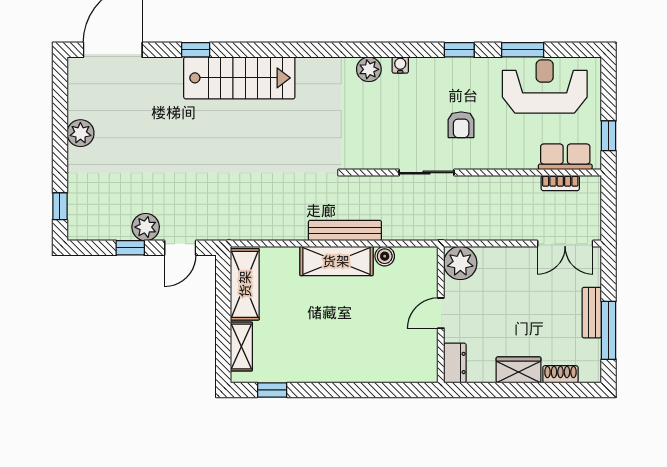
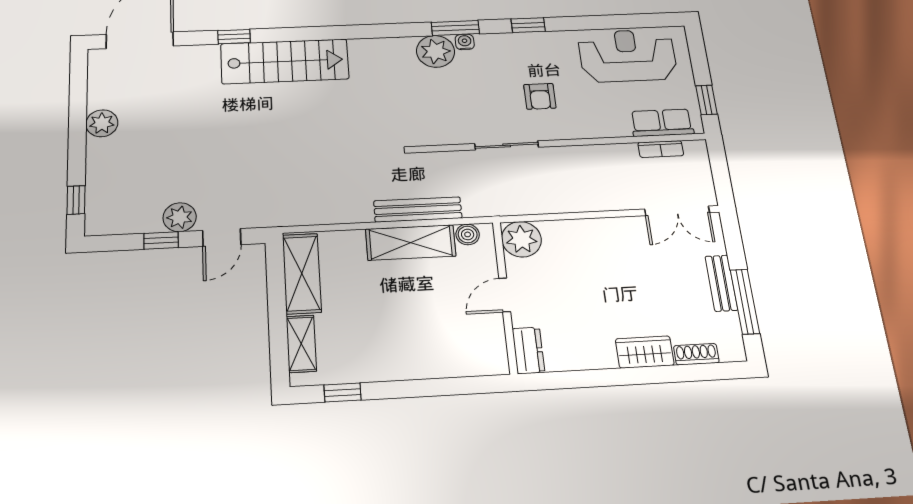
window: (523, 50) -> (455, 28), moved
plant: (369, 69) -> (436, 51), width x1.36, depth x1.36
plant: (460, 263) -> (521, 239), moved
door: (441, 313) -> (505, 295), moved
wall: (441, 315) -> (505, 297), moved
dresser: (455, 363) -> (528, 350), moved

